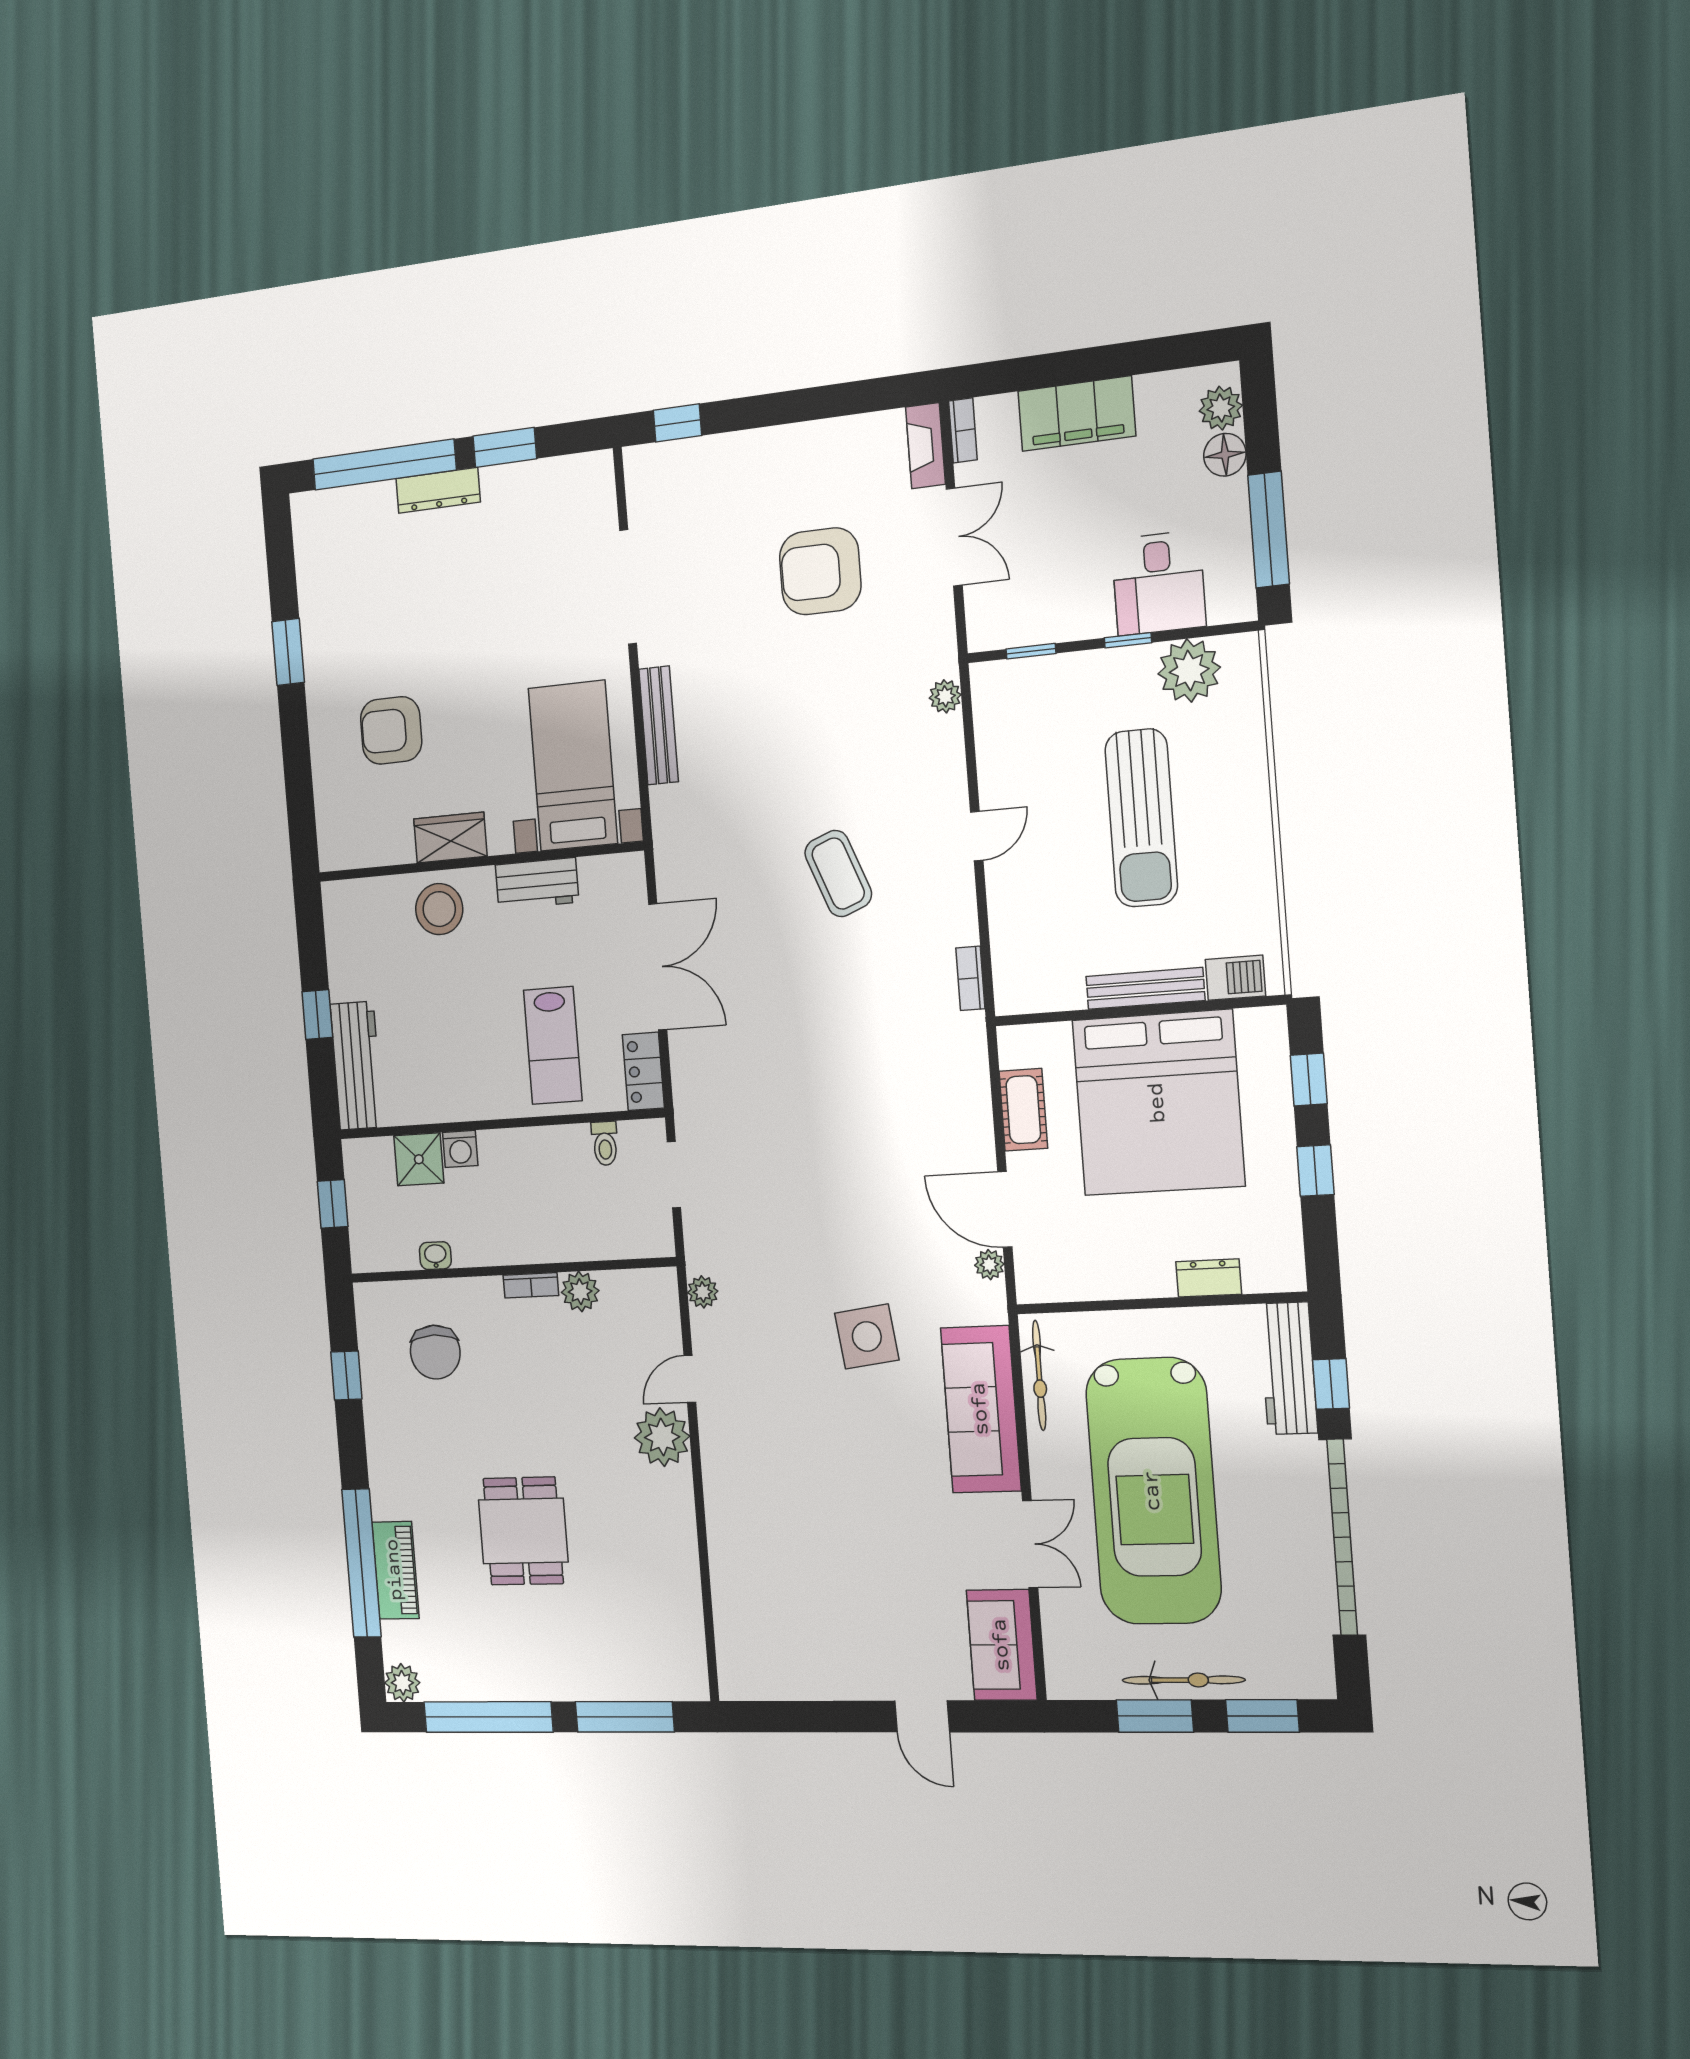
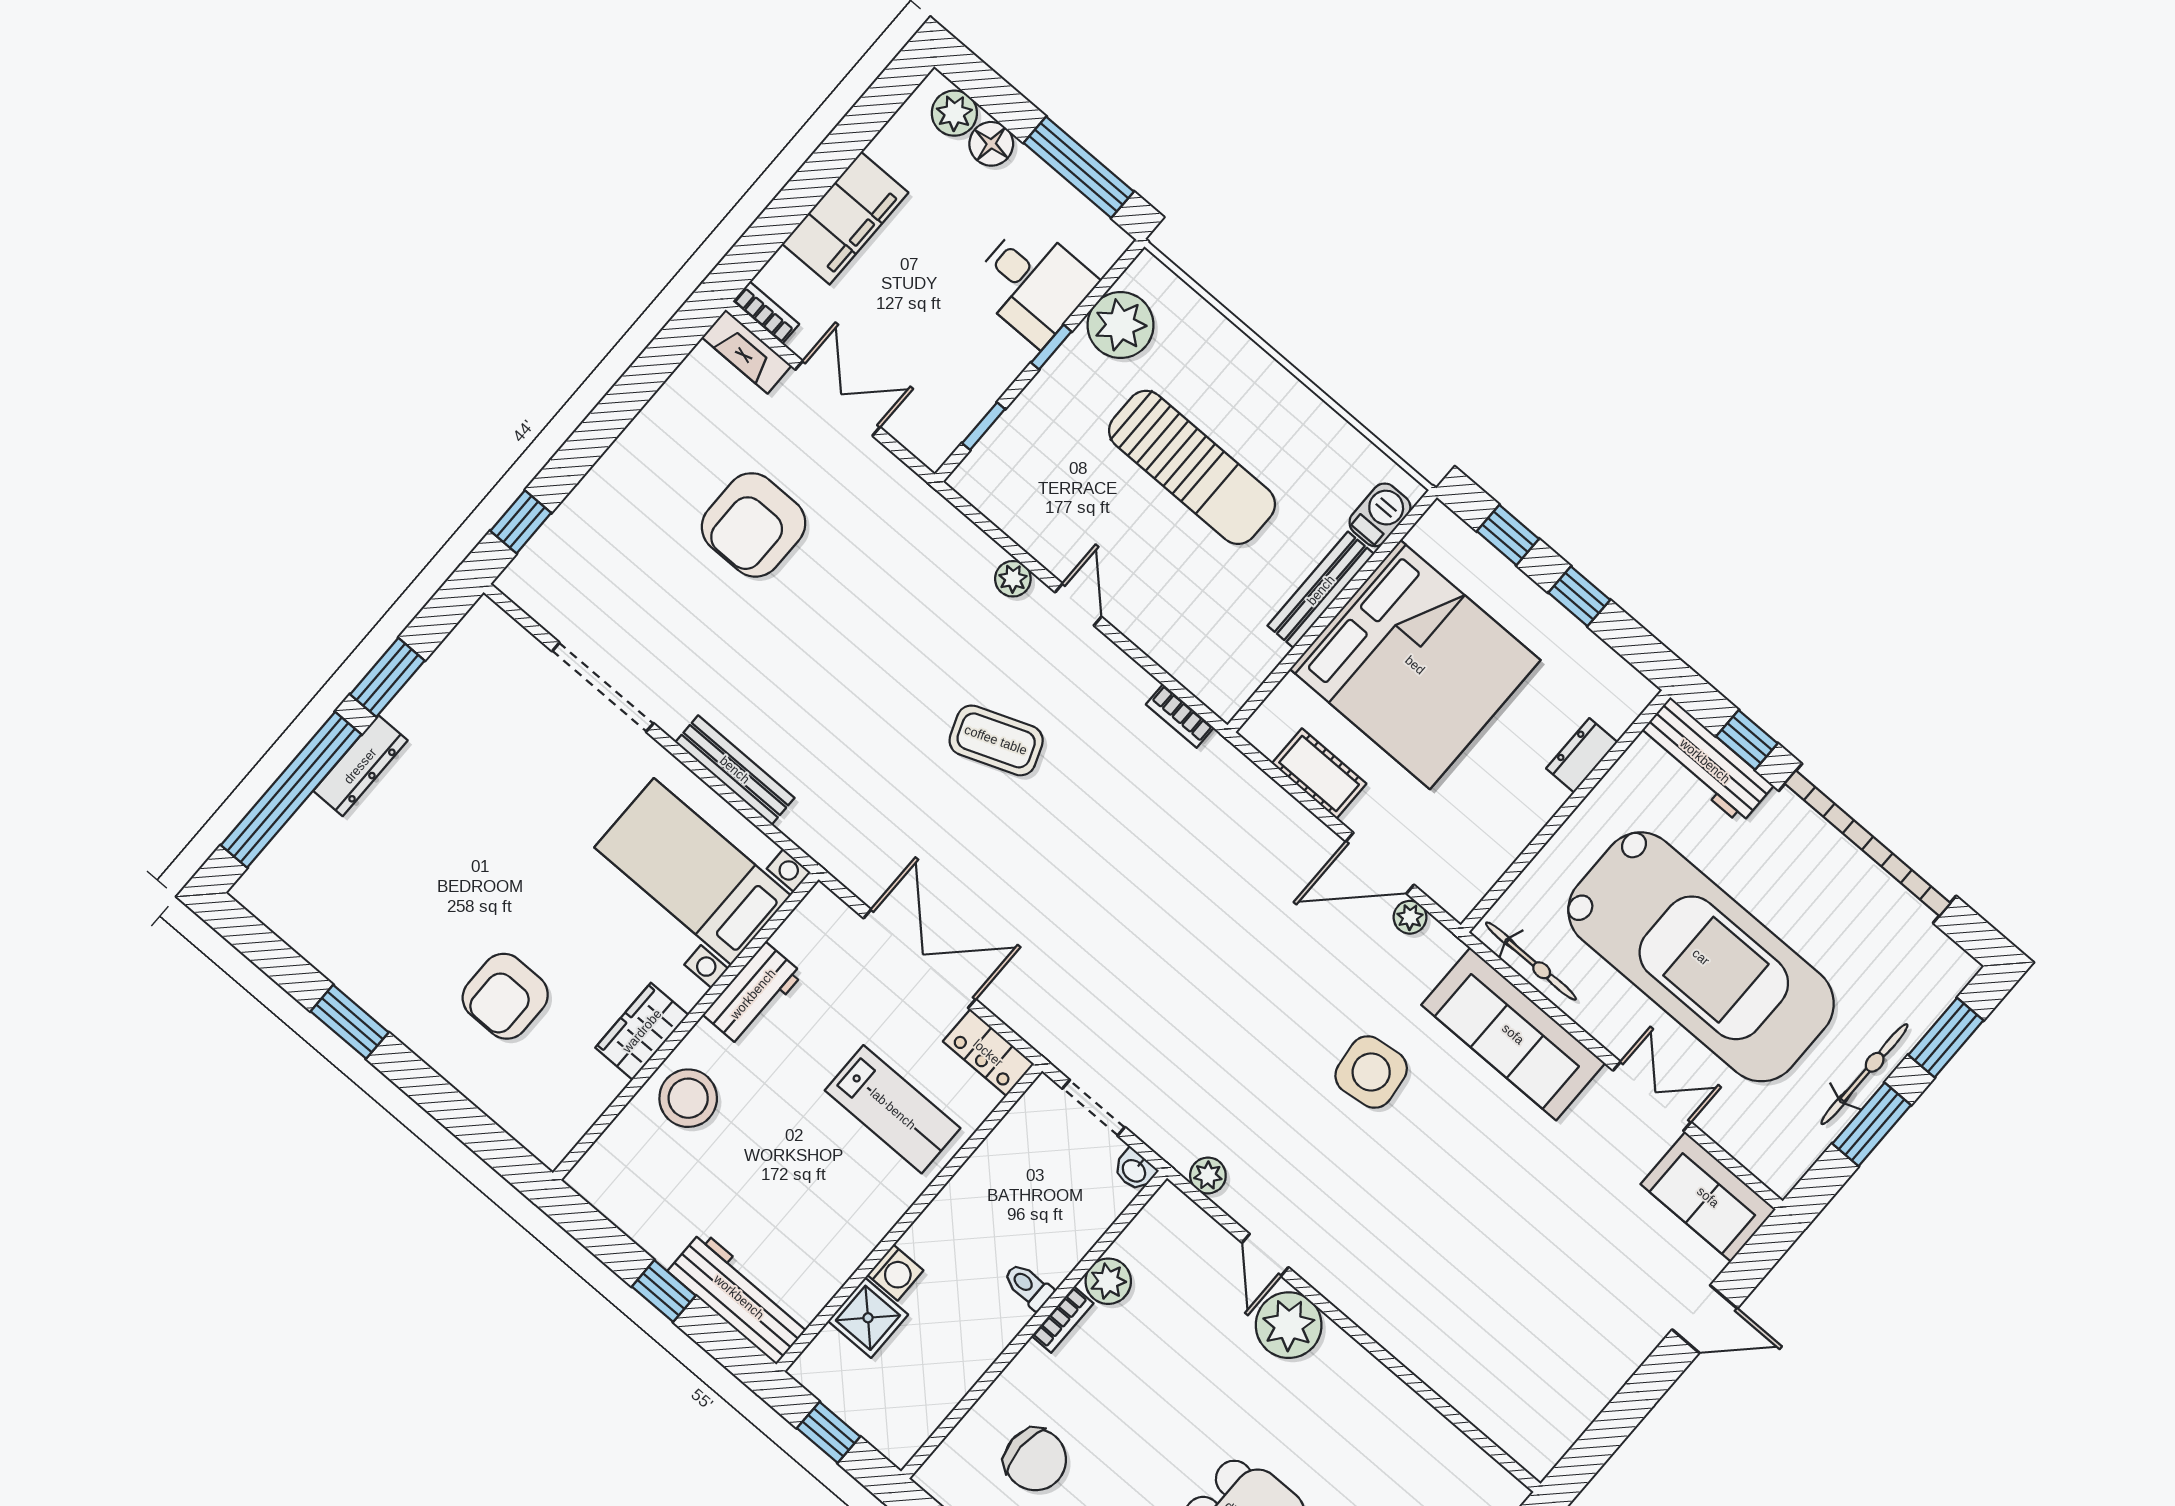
plant: (945, 696) -> (1013, 579), moved
toilet: (605, 1143) -> (1028, 1286), moved, turned 180
washbasin: (435, 1256) -> (1135, 1170), moved, turned -90

